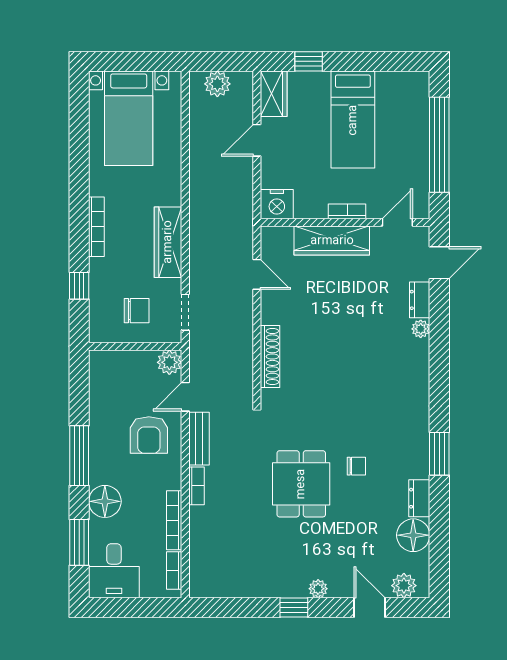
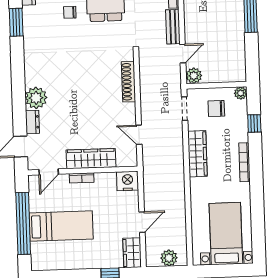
bed: (353, 120) -> (61, 226), moved, turned 90
plant: (421, 329) -> (36, 98), width x1.88, depth x1.88
plant: (99, 333) -> (241, 93), added
armchair: (149, 435) -> (206, 28), removed

